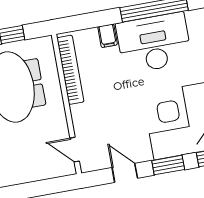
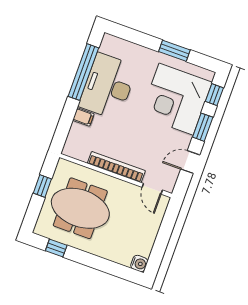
bookcase: (70, 70) -> (116, 167), moved
door: (75, 150) -> (152, 189), hinge flipped

